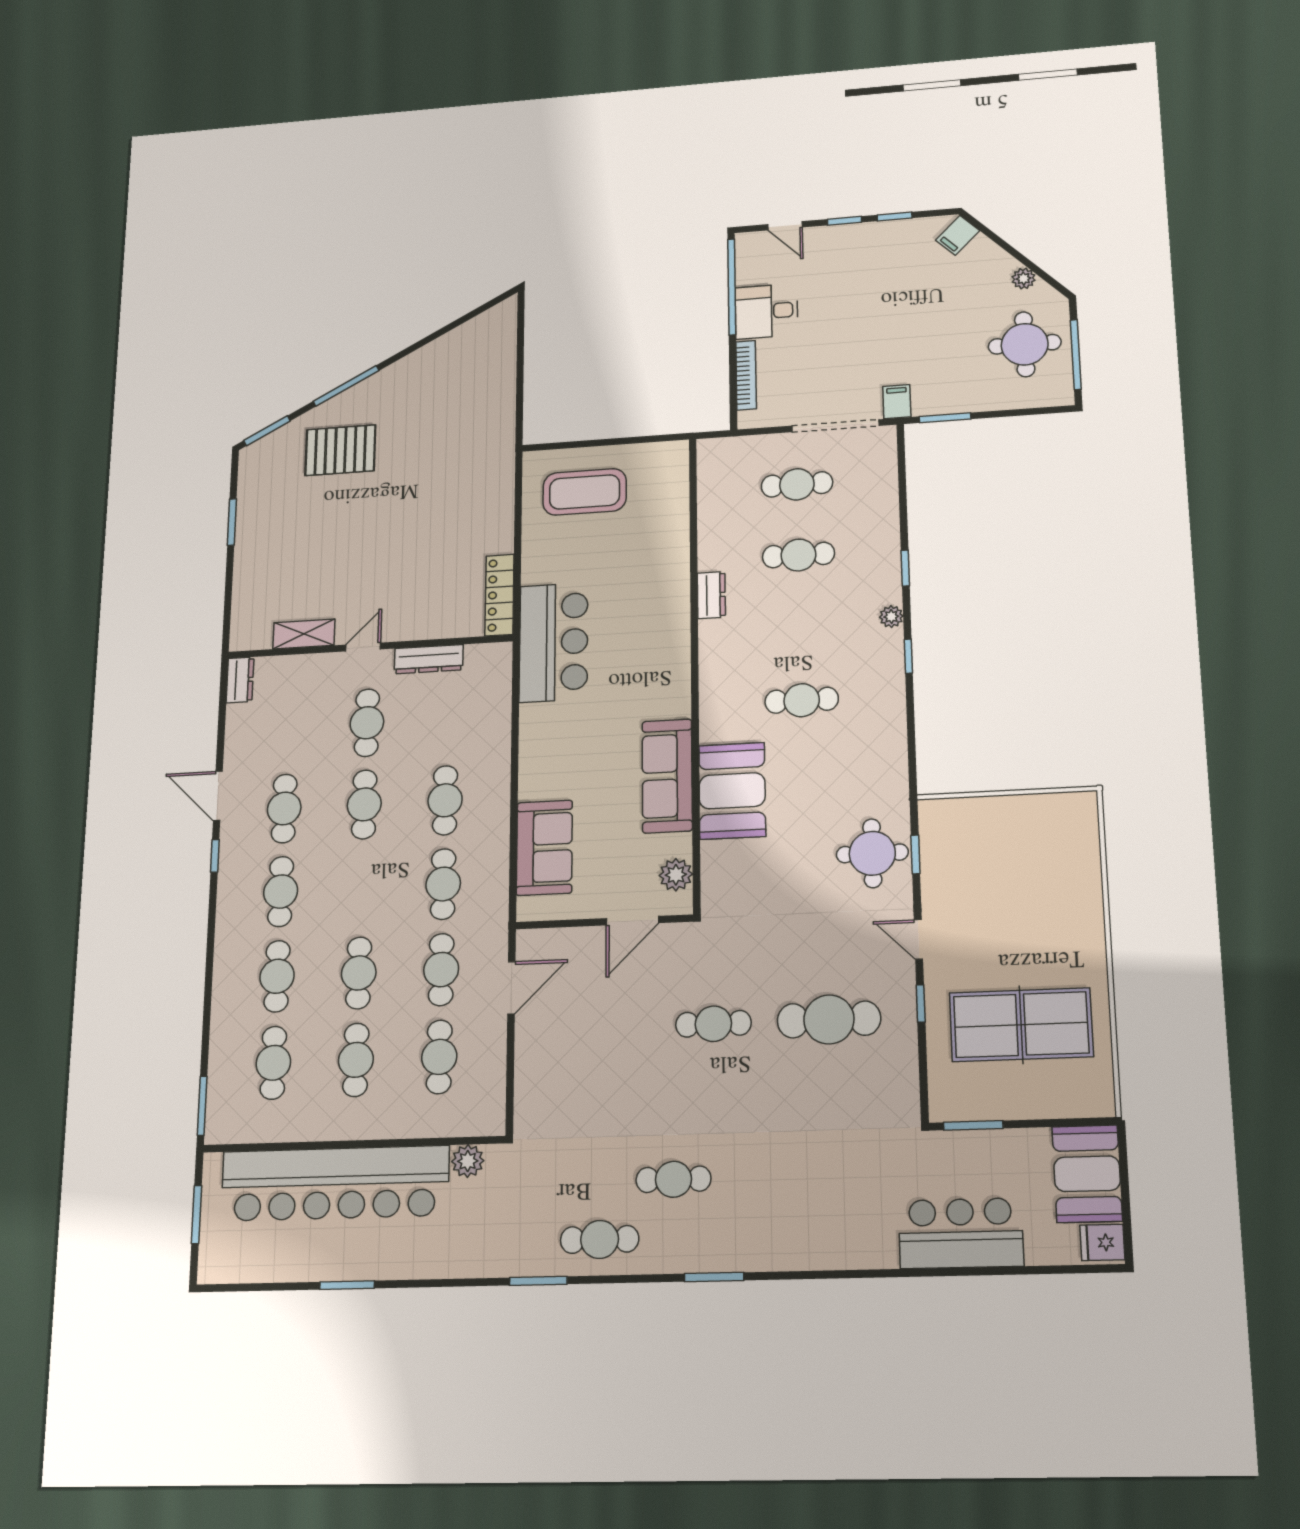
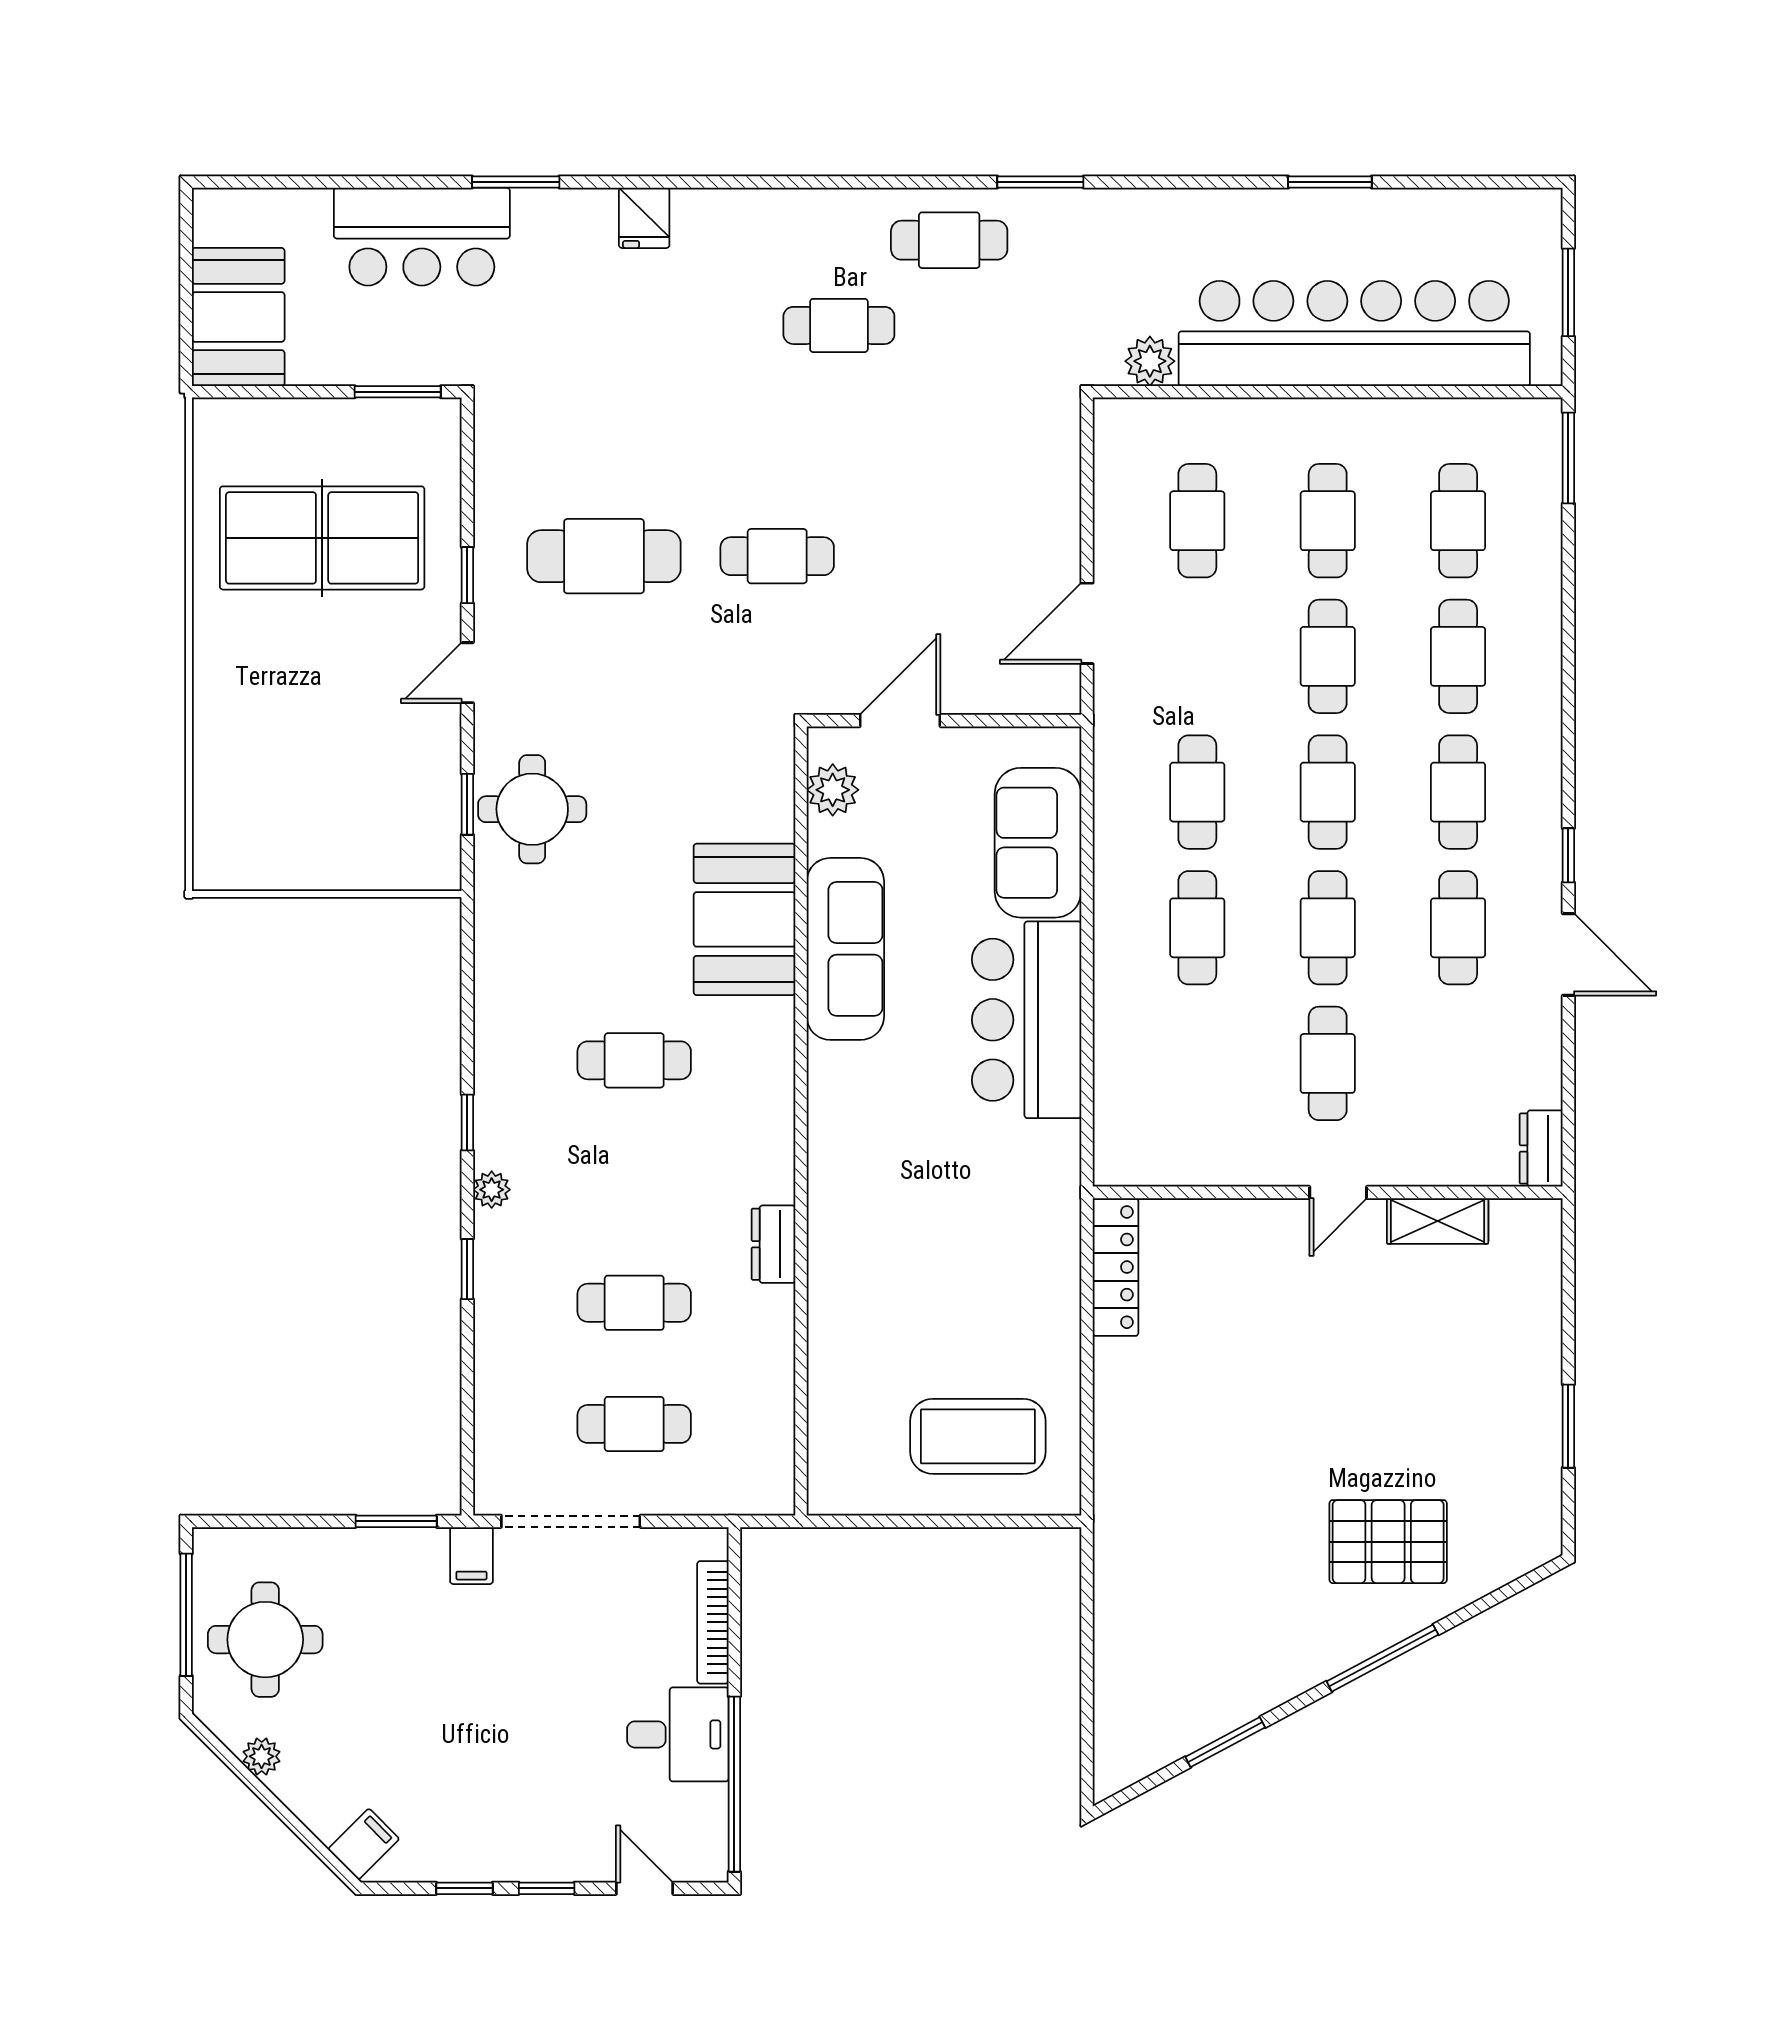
window: (267, 431) -> (1225, 1742), moved
bar counter: (553, 642) -> (1027, 1020), moved
dresser: (429, 659) -> (1229, 1165), removed
door: (918, 939) -> (467, 673), swing flipped
cafe table: (441, 970) -> (1328, 792), moved
fridge: (1102, 1242) -> (644, 218), moved, turned 90
window: (714, 1277) -> (516, 182), moved

